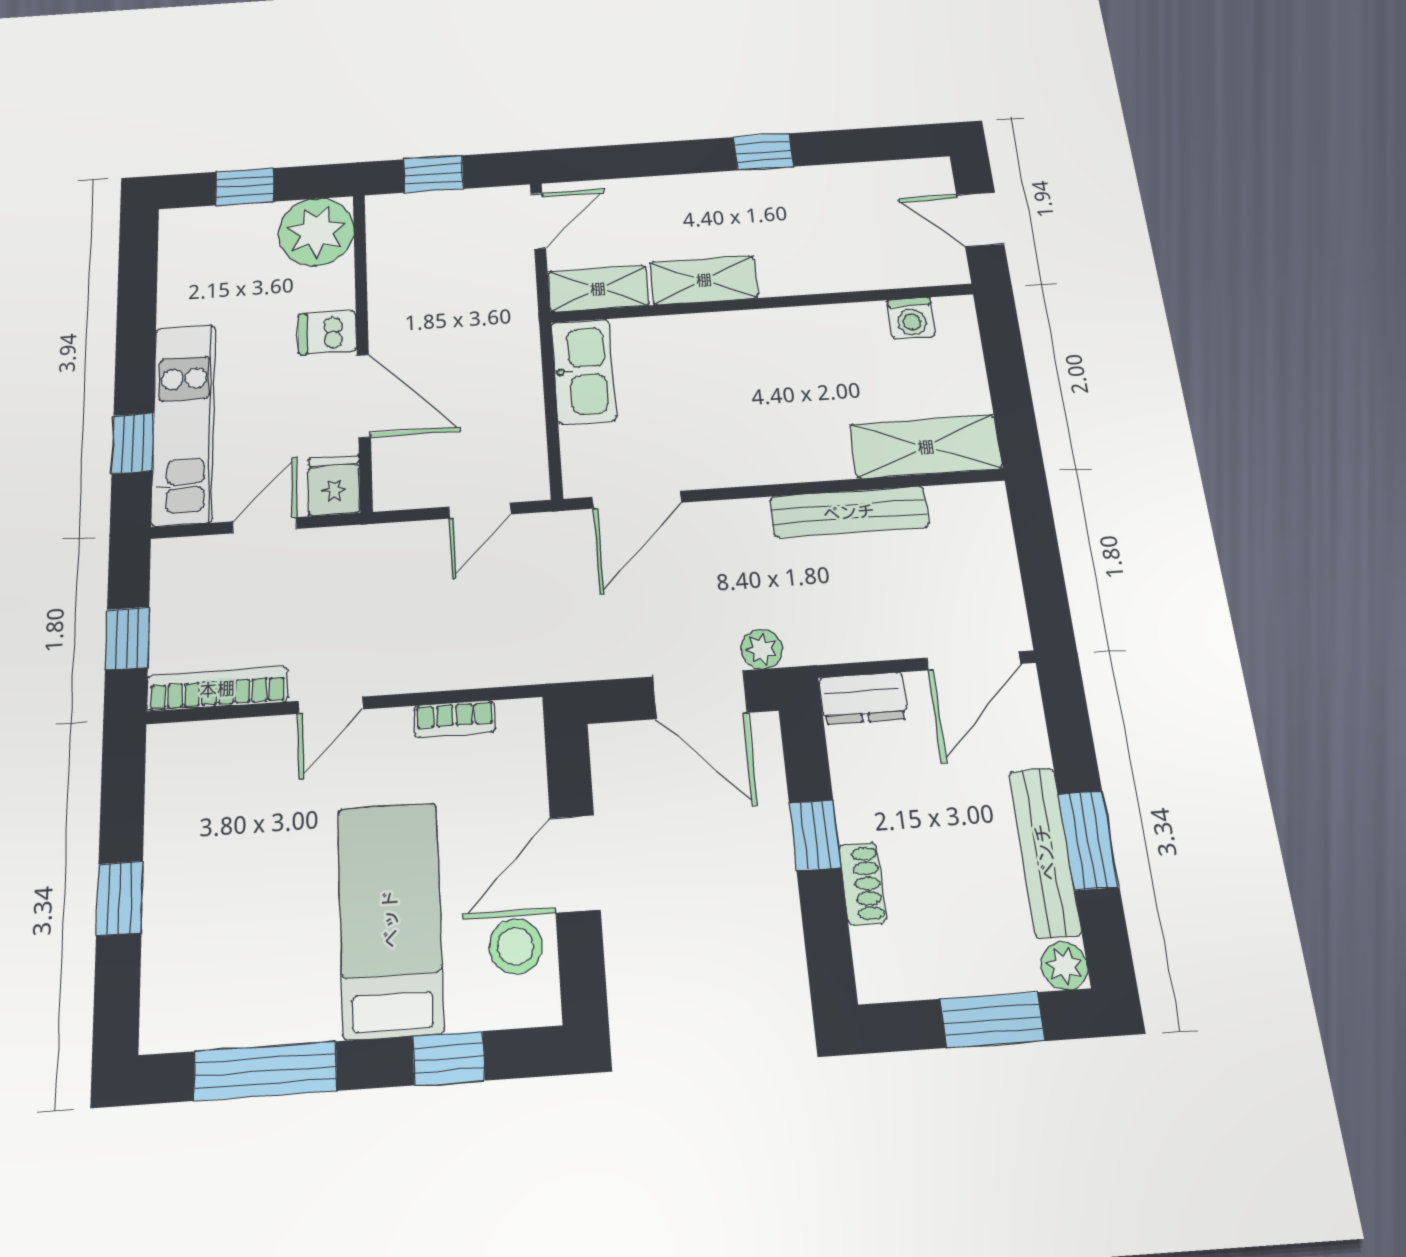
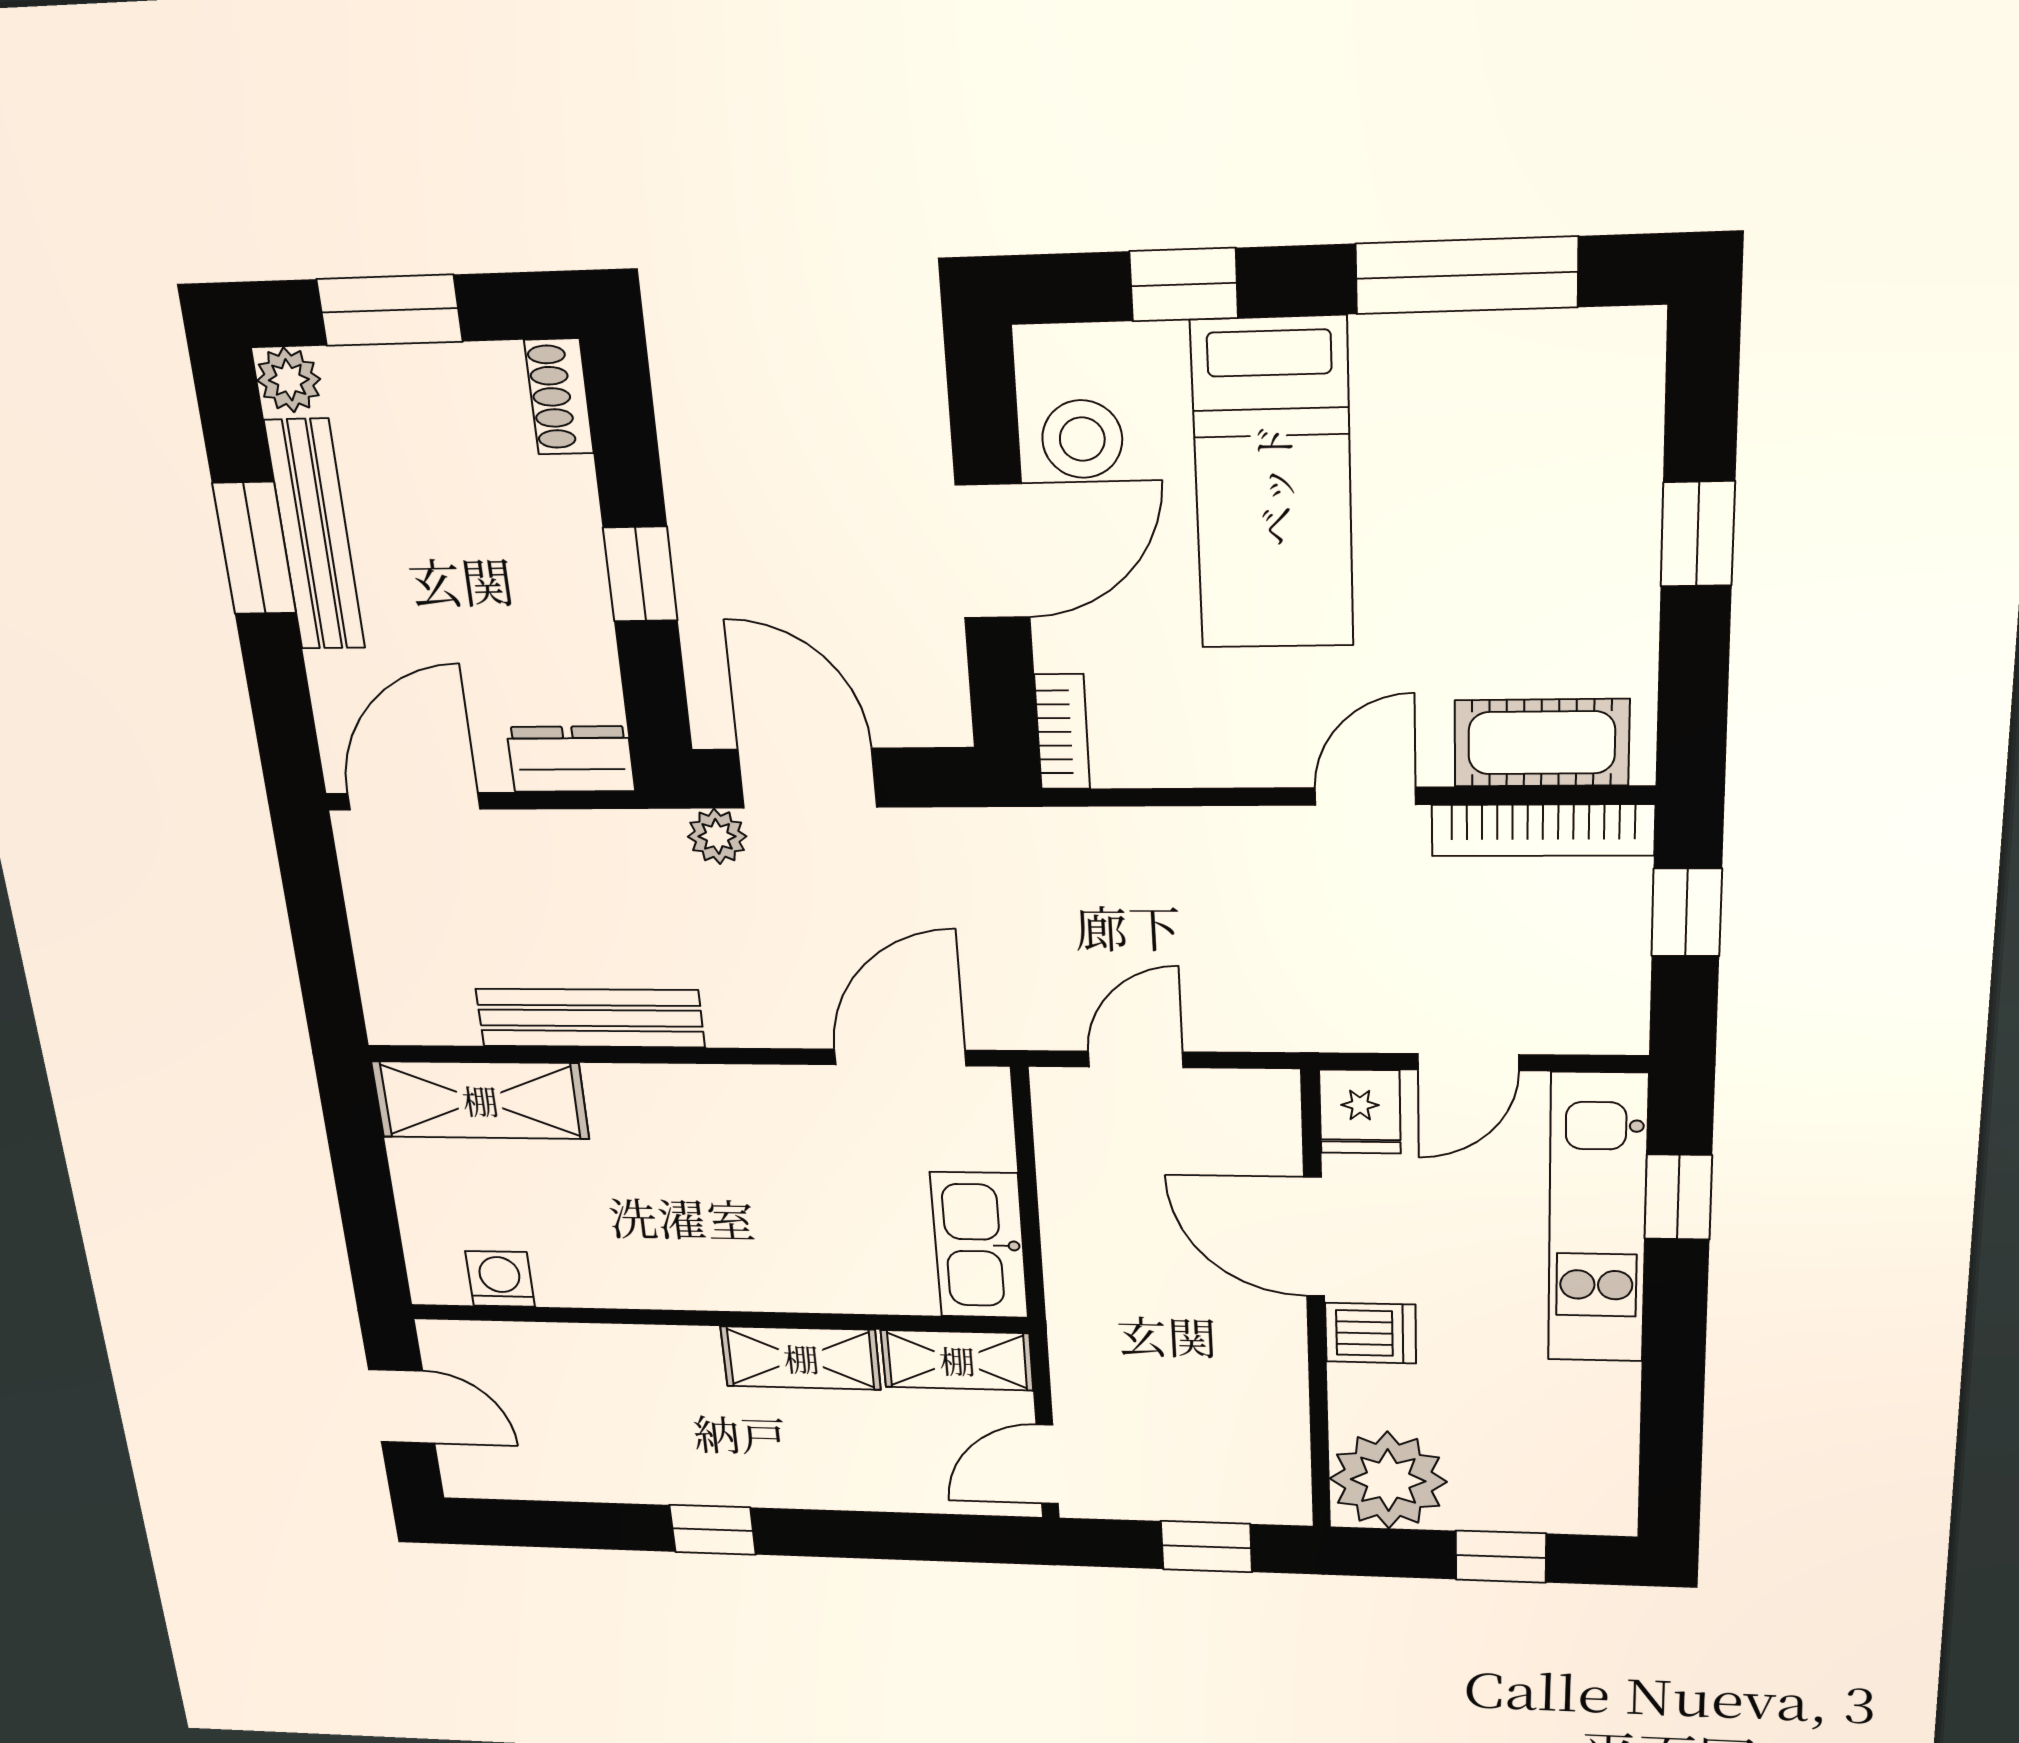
bookcase: (455, 719) -> (1062, 732), moved, turned 90
cot: (218, 749) -> (1542, 743), added
shoe rack: (862, 884) -> (559, 397), moved

